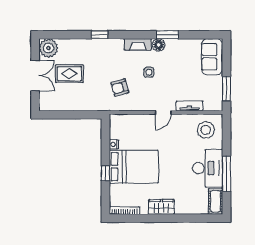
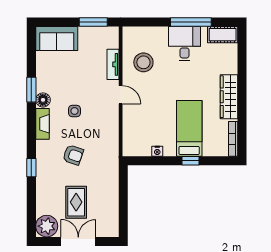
armchair: (120, 88) -> (73, 155), moved, turned -55
stool: (206, 130) -> (143, 62), moved
bed: (134, 167) -> (189, 128), width x0.67
desk: (208, 168) -> (185, 44), width x0.73
wardrobe: (161, 207) -> (229, 97), width x1.50

